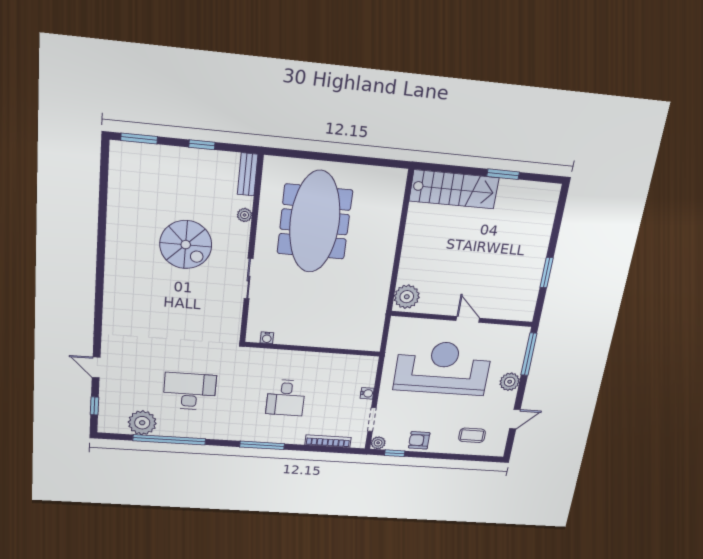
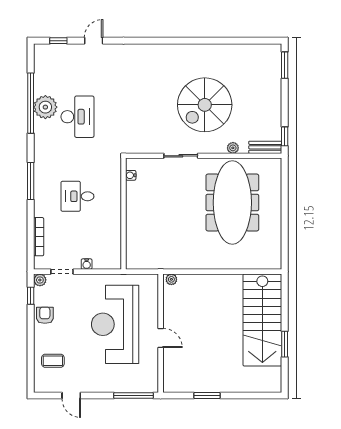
window: (202, 145) -> (285, 136), moved
stairs: (454, 189) -> (262, 320), width x1.36, depth x1.51
meeting table: (315, 222) -> (232, 203), turned 90
spiral stairs: (186, 245) -> (205, 105), width x1.37, depth x1.37
plant: (407, 297) -> (171, 279), width x0.53, depth x0.53
door: (468, 319) -> (161, 338), hinge flipped
reception desk: (443, 368) -> (115, 324), turned 180
plant: (510, 382) -> (107, 384), removed
plant: (142, 423) -> (45, 107), moved
coffee table: (472, 435) -> (53, 361), turned 90

